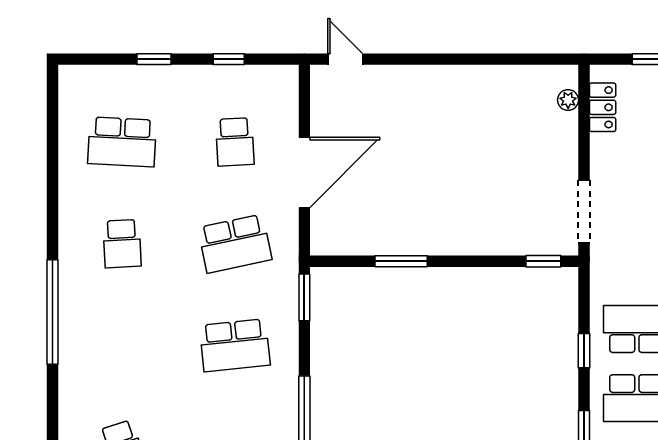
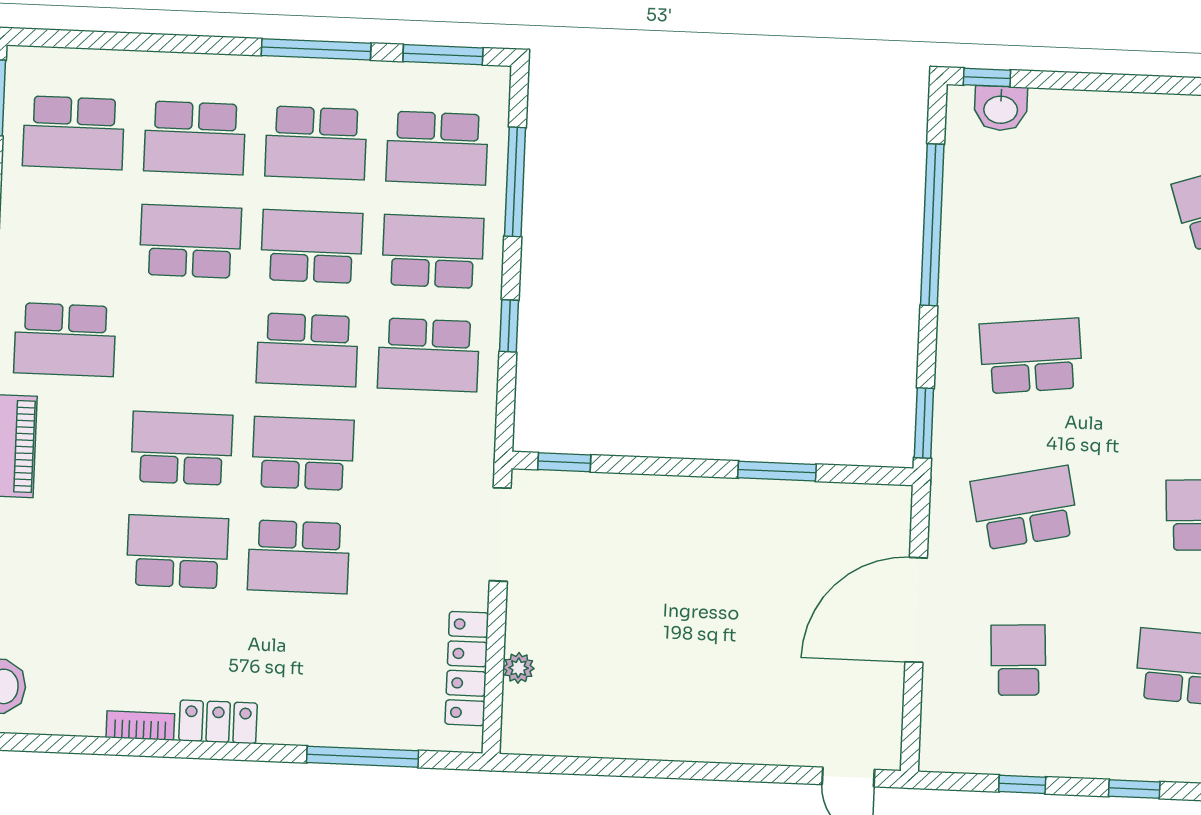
plant: (568, 100) -> (519, 668), moved
locker: (603, 107) -> (467, 669), width x1.53

